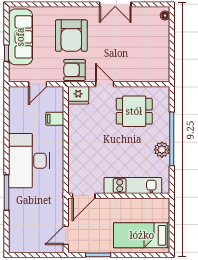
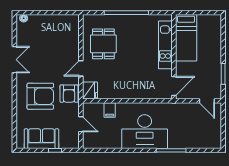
sofa: (20, 37) -> (41, 139), width x0.73
plant: (162, 150) -> (135, 21), removed
door: (84, 196) -> (174, 86), hinge flipped
bed: (142, 235) -> (186, 38), moved

